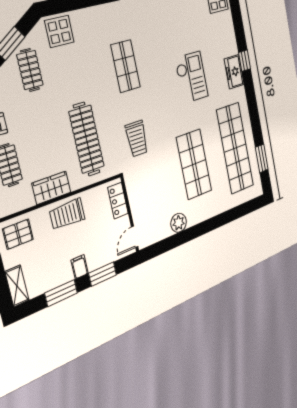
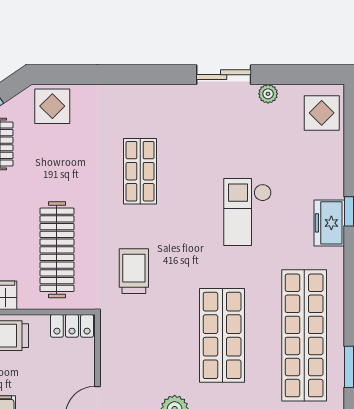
checkout: (192, 77) -> (247, 212), turned 180
trolley: (137, 139) -> (134, 271), turned 180
locker: (118, 201) -> (72, 326), moved, turned -90

